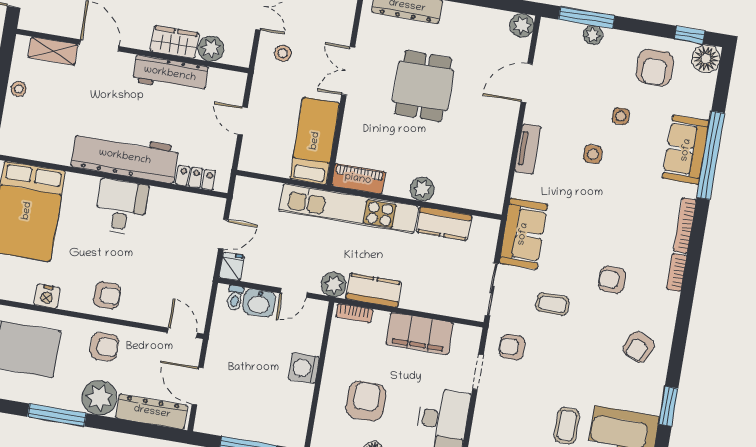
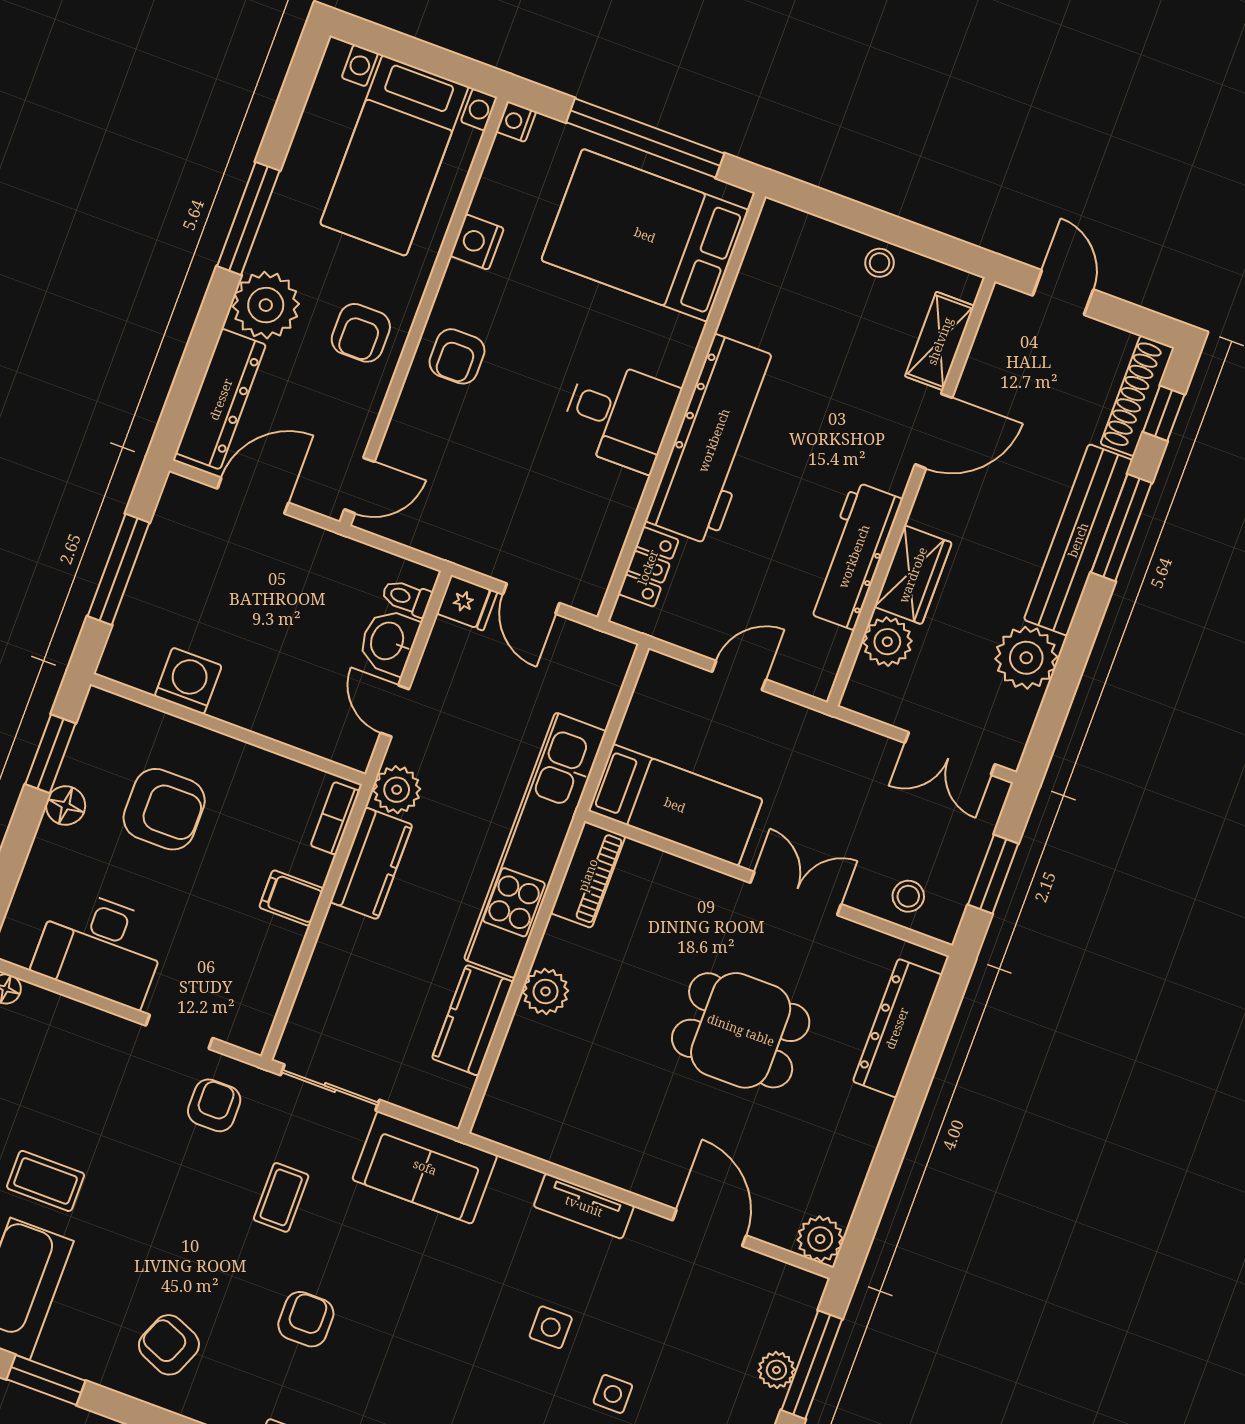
stool: (283, 53) -> (908, 896), moved
filing cabinet: (419, 333) -> (291, 898), width x0.33, depth x0.86
washing machine: (304, 368) -> (188, 681), moved

